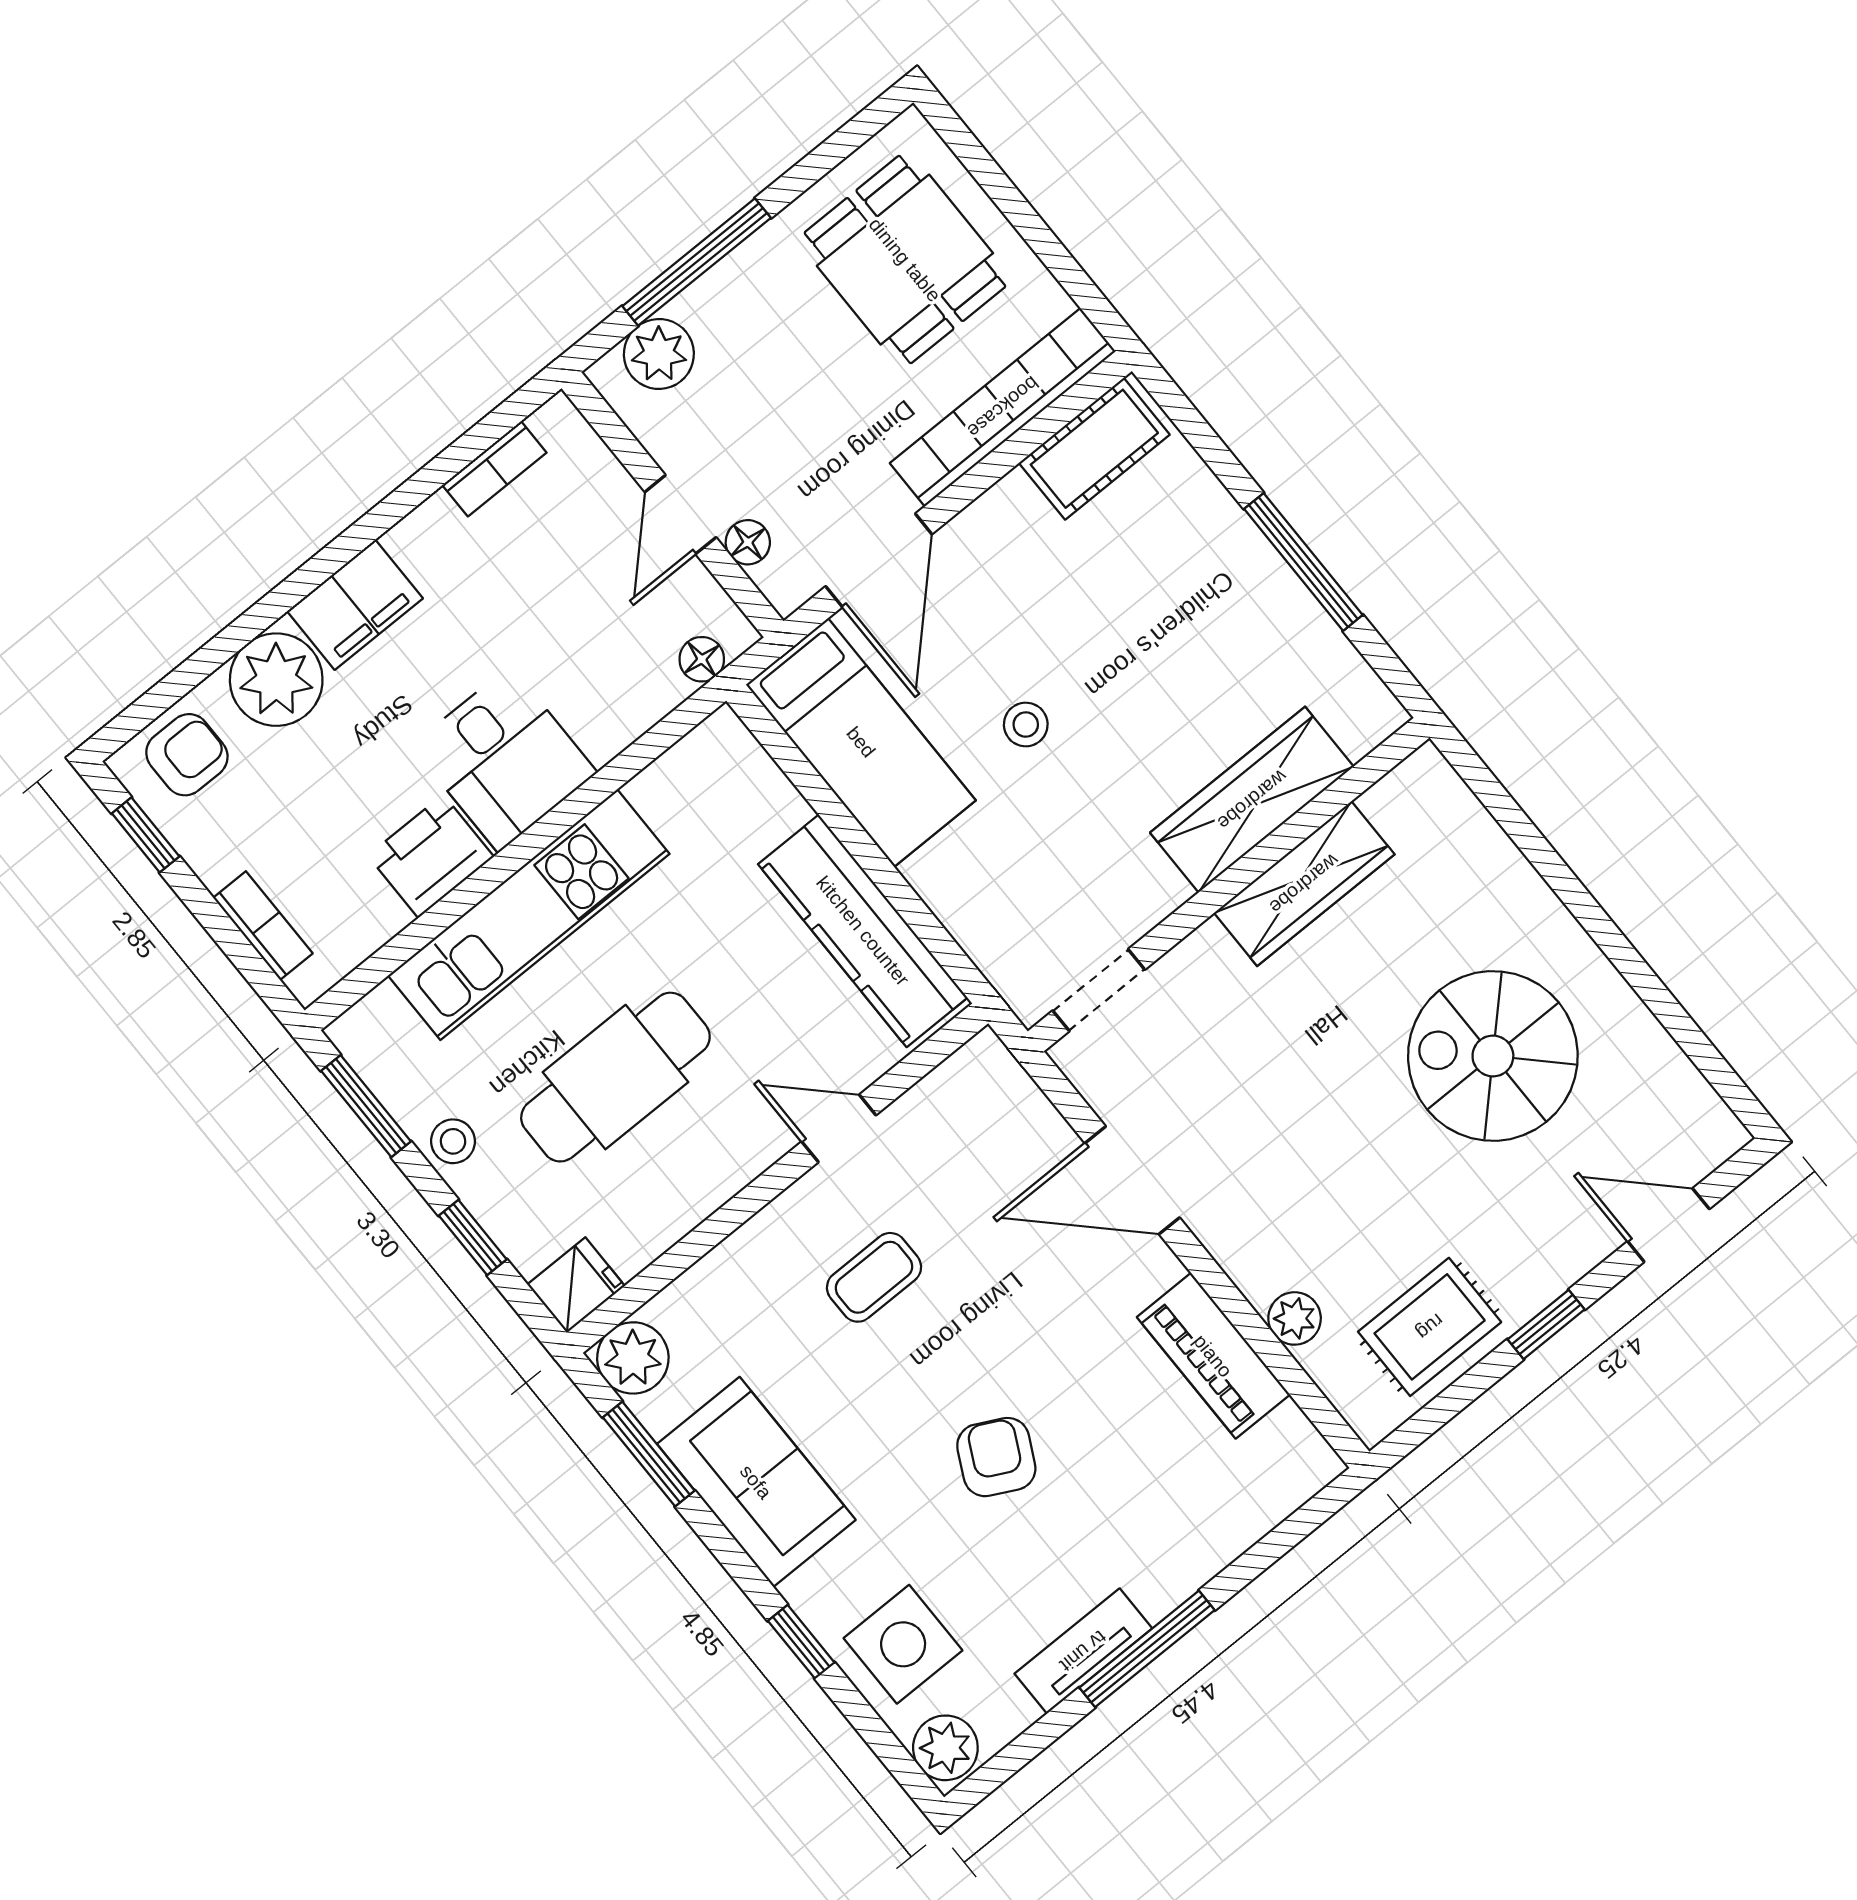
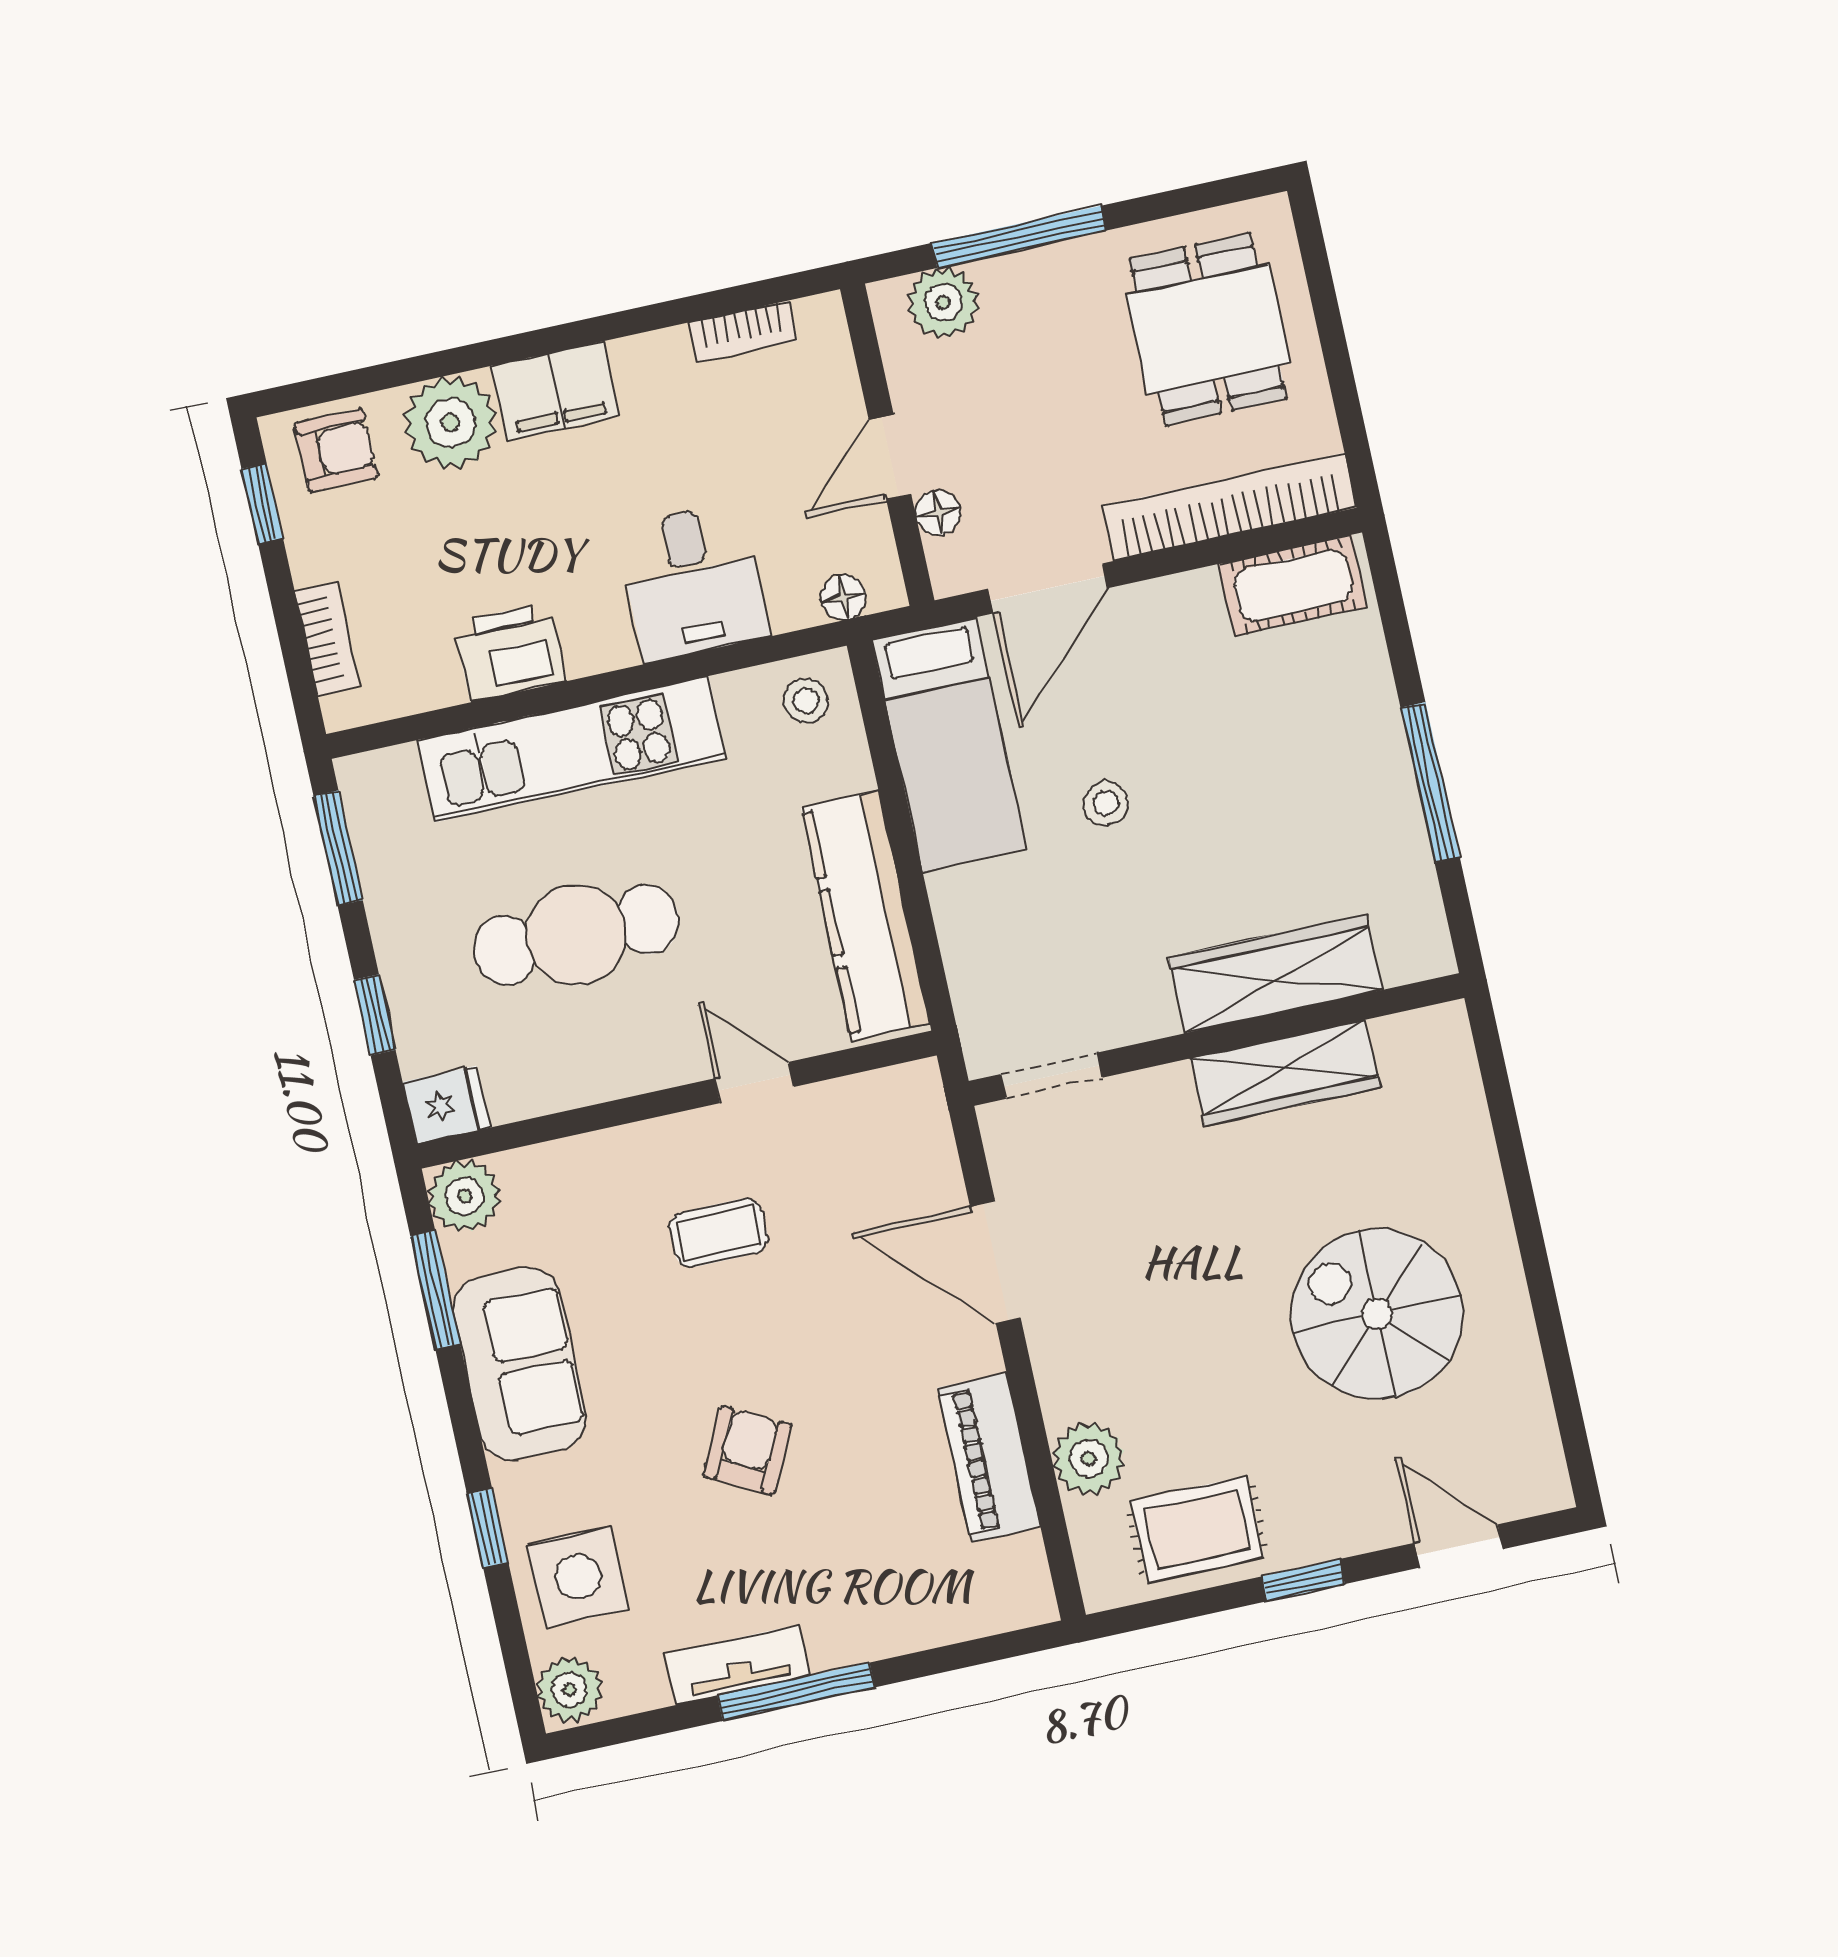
desk: (504, 759) -> (693, 582), moved
stool: (453, 1141) -> (806, 701), moved
plant: (1295, 1318) -> (1089, 1458), width x1.38, depth x1.38

